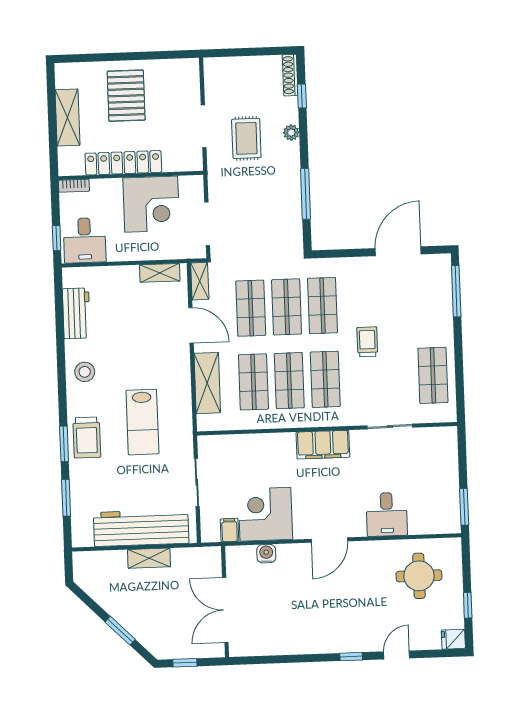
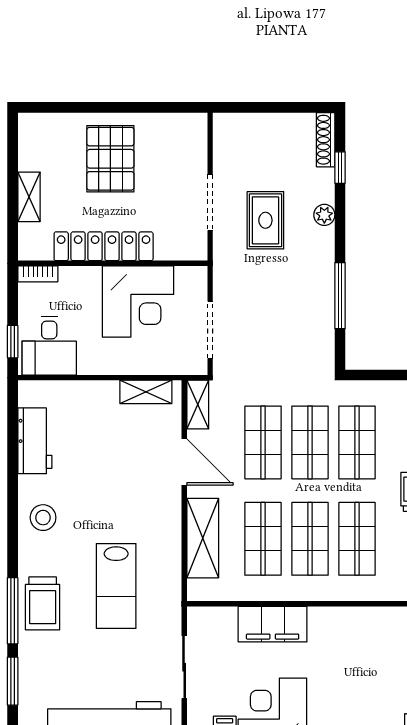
shelving: (67, 118) -> (29, 197), width x0.67, depth x0.75
window: (64, 444) -> (13, 611), width x1.44
filing cabinet: (323, 445) -> (273, 624), moved

